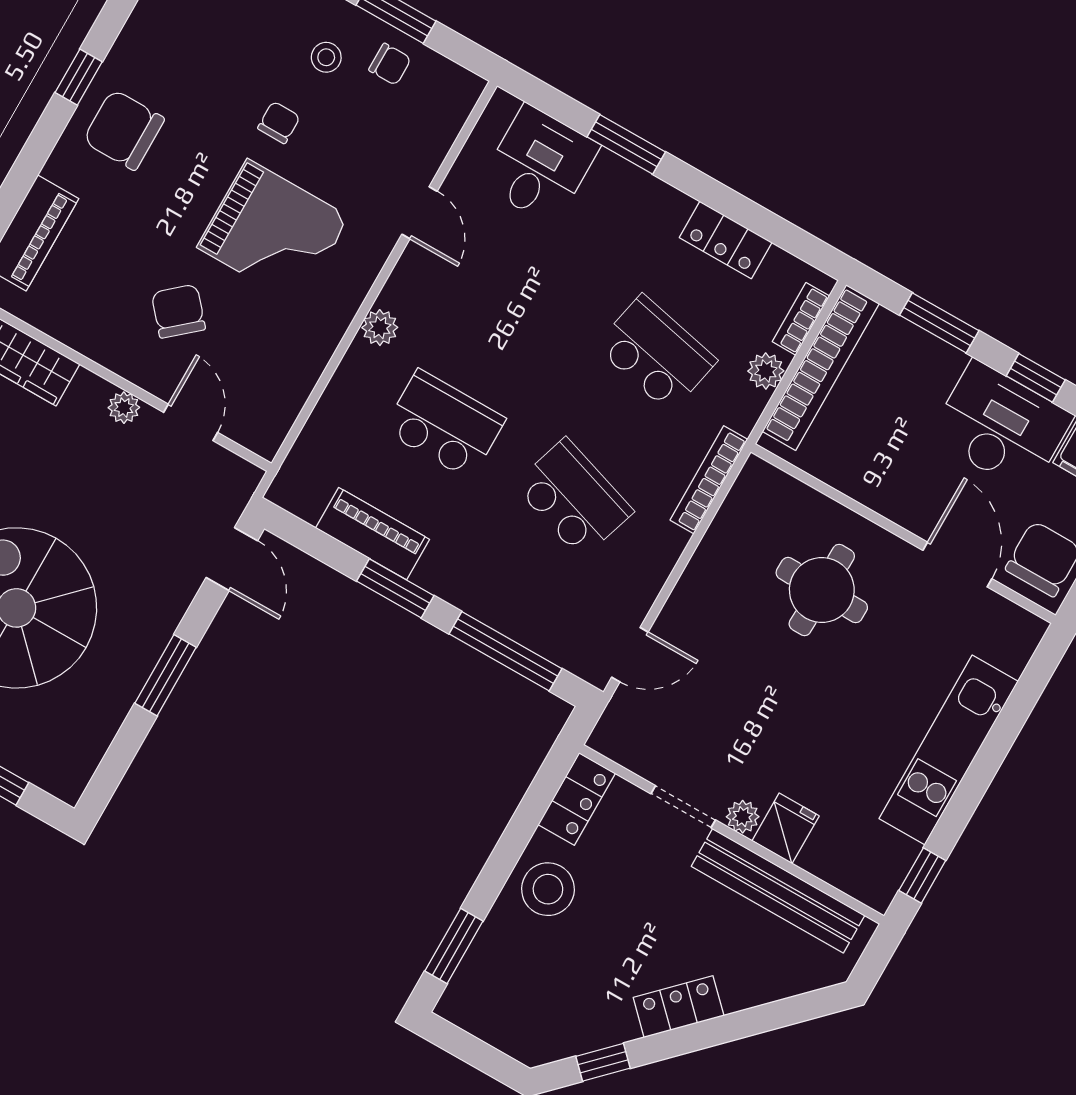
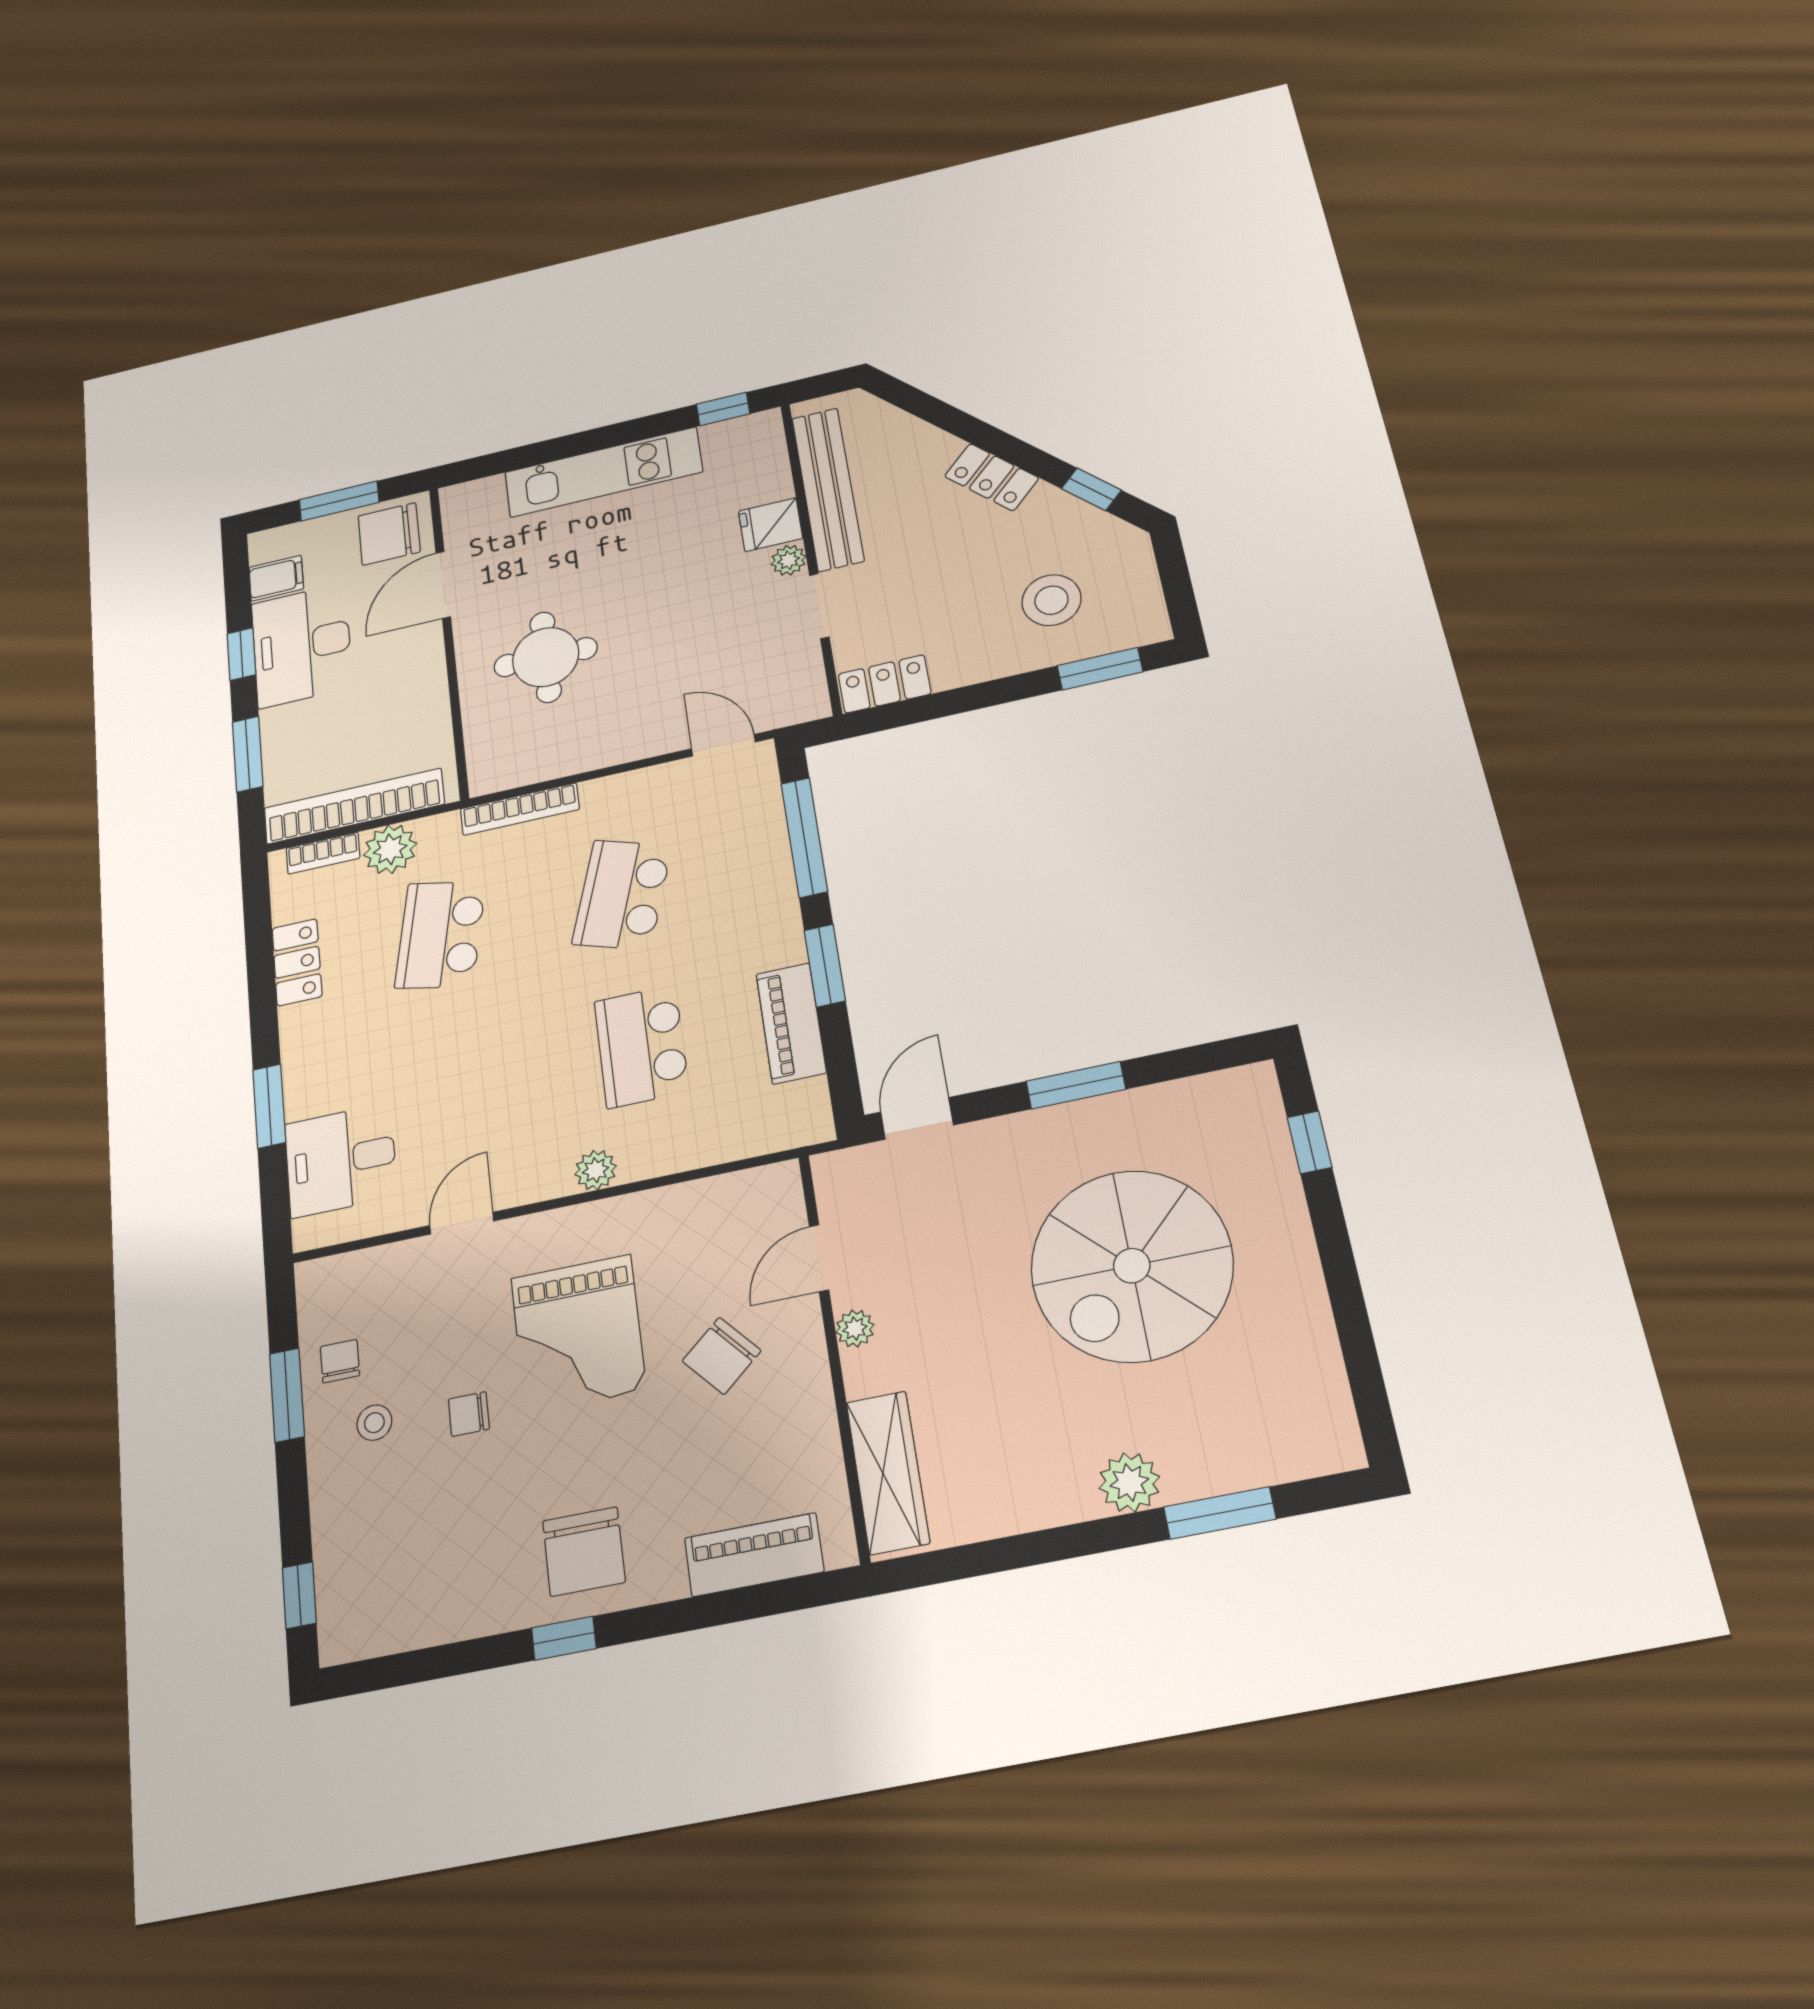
grand piano: (273, 232) -> (578, 1334), turned 180
plant: (766, 371) -> (390, 849), width x1.38, depth x1.38
stool: (548, 889) -> (1051, 600), moved

